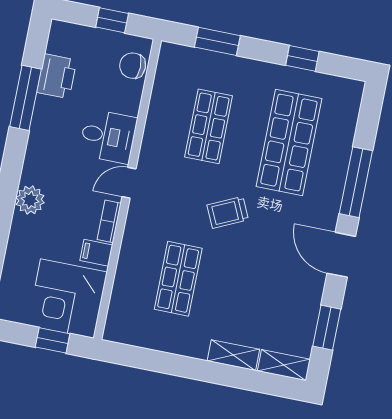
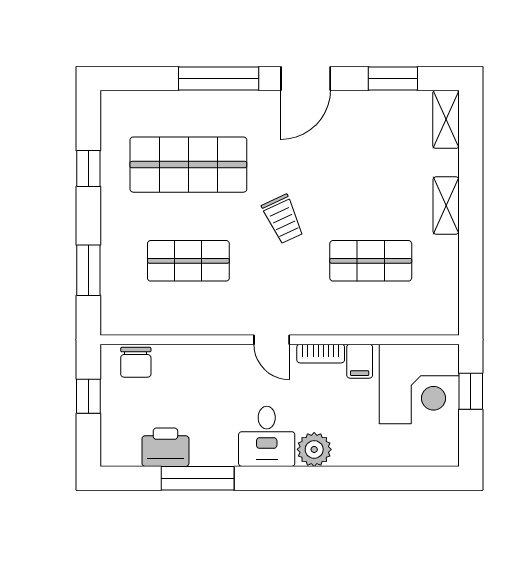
desk: (108, 136) -> (267, 436), moved, turned 180
shelving: (233, 355) -> (446, 206), moved

